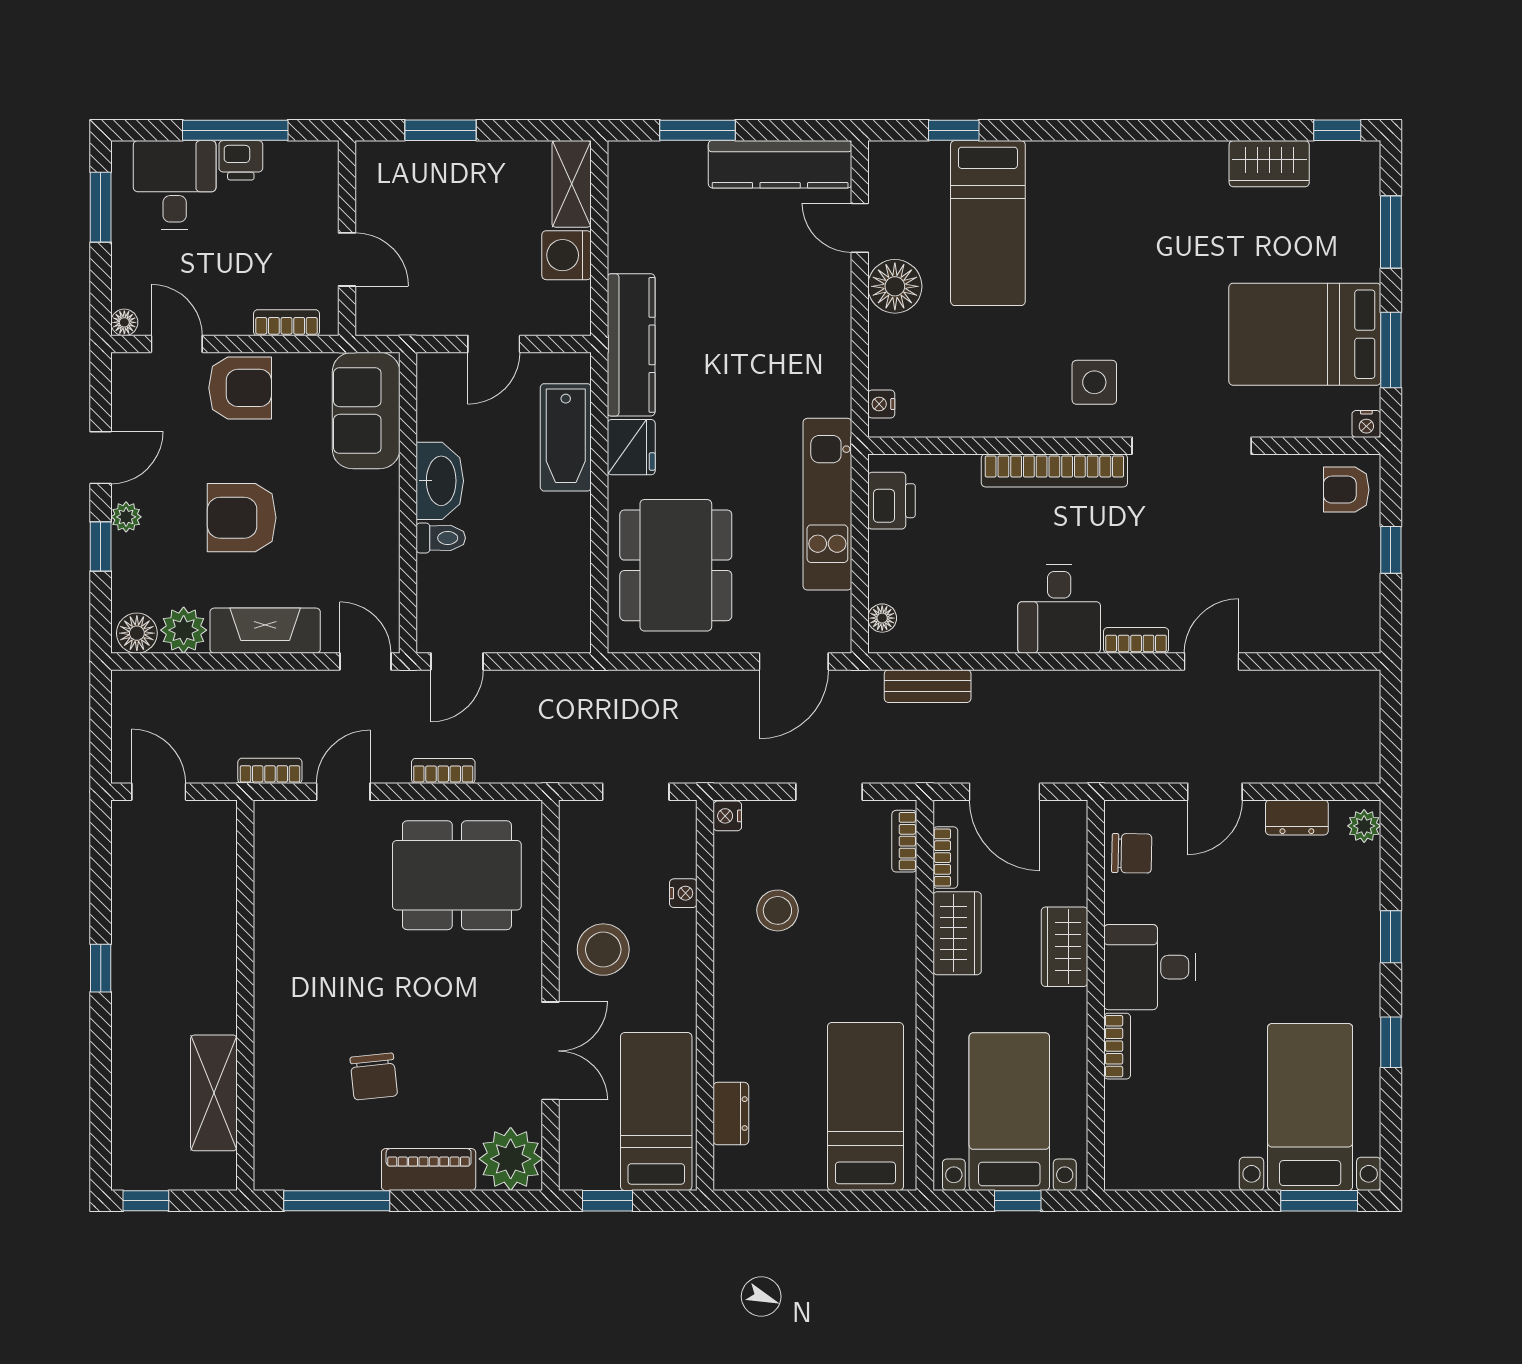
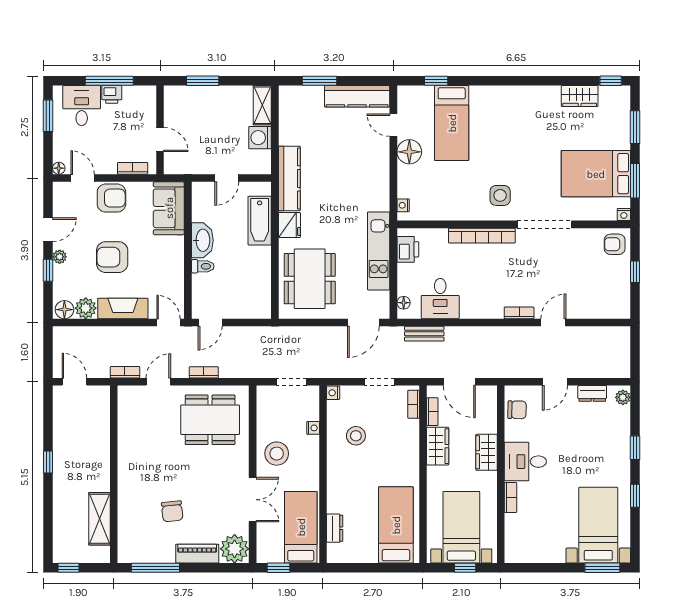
desk: (1059, 609) -> (440, 299), moved

